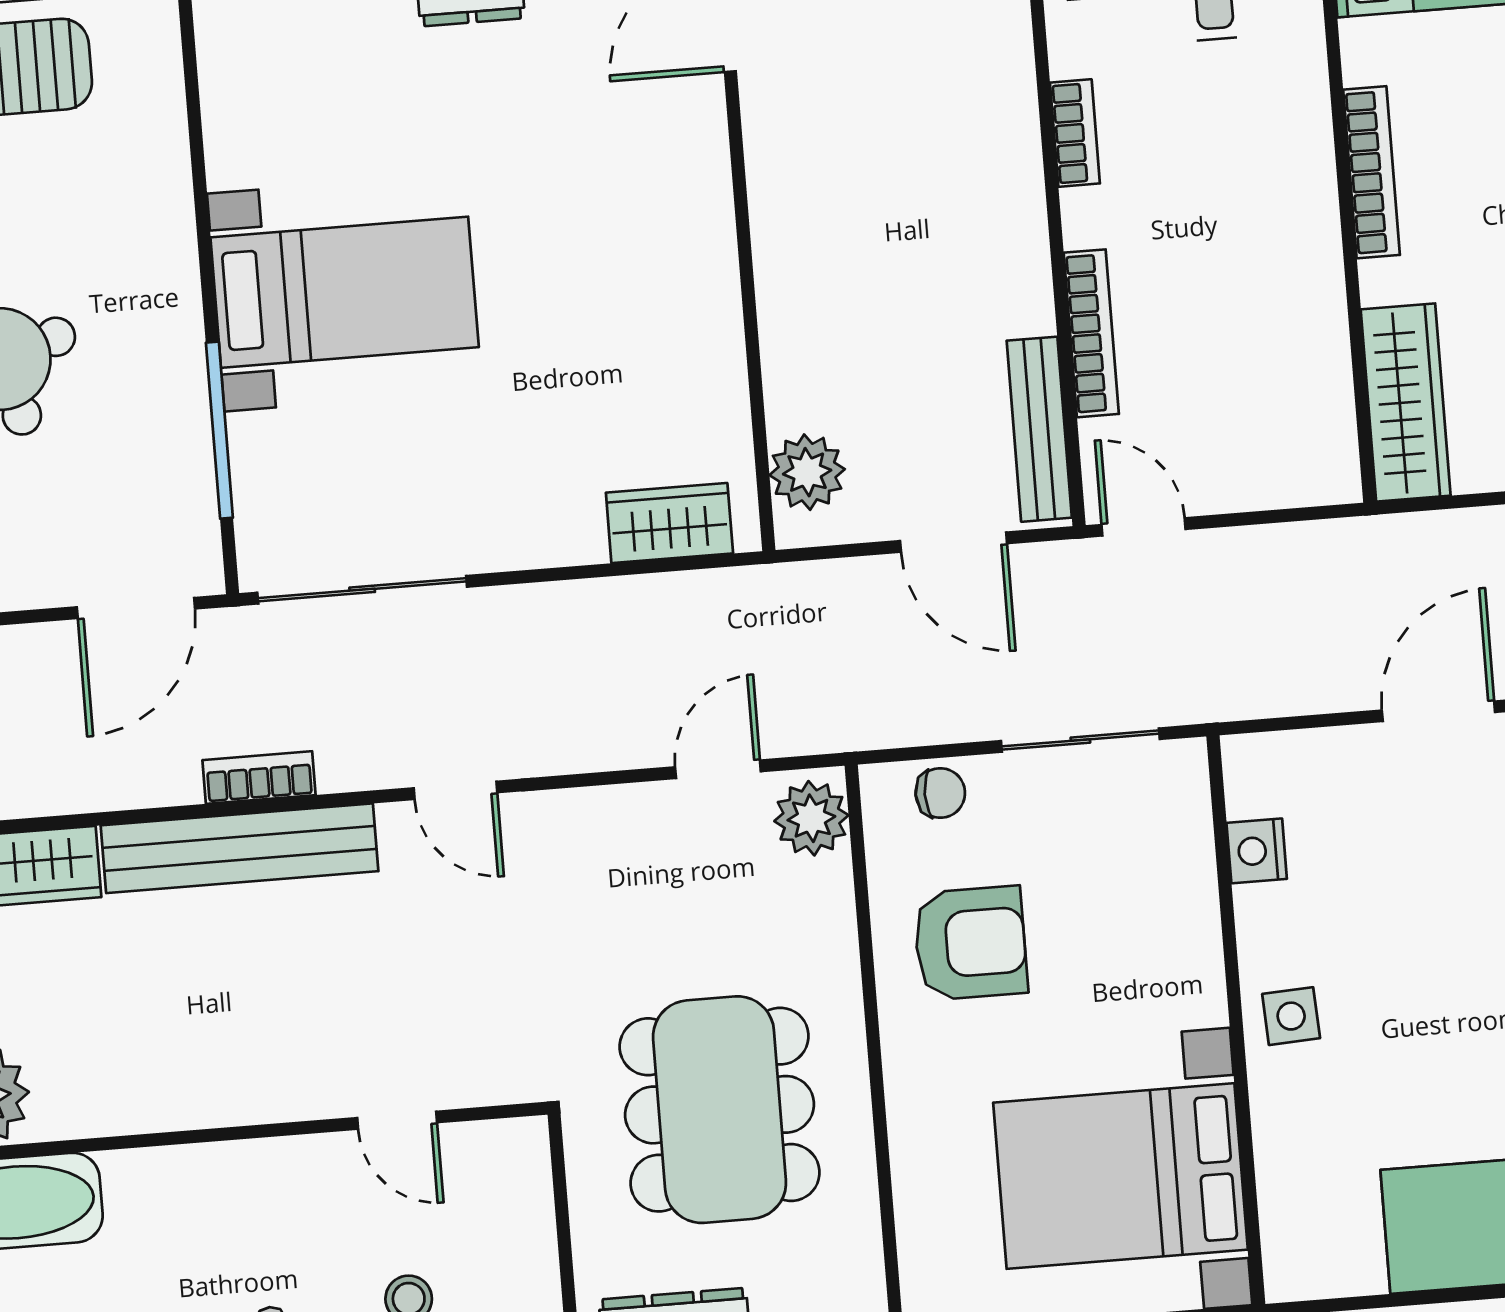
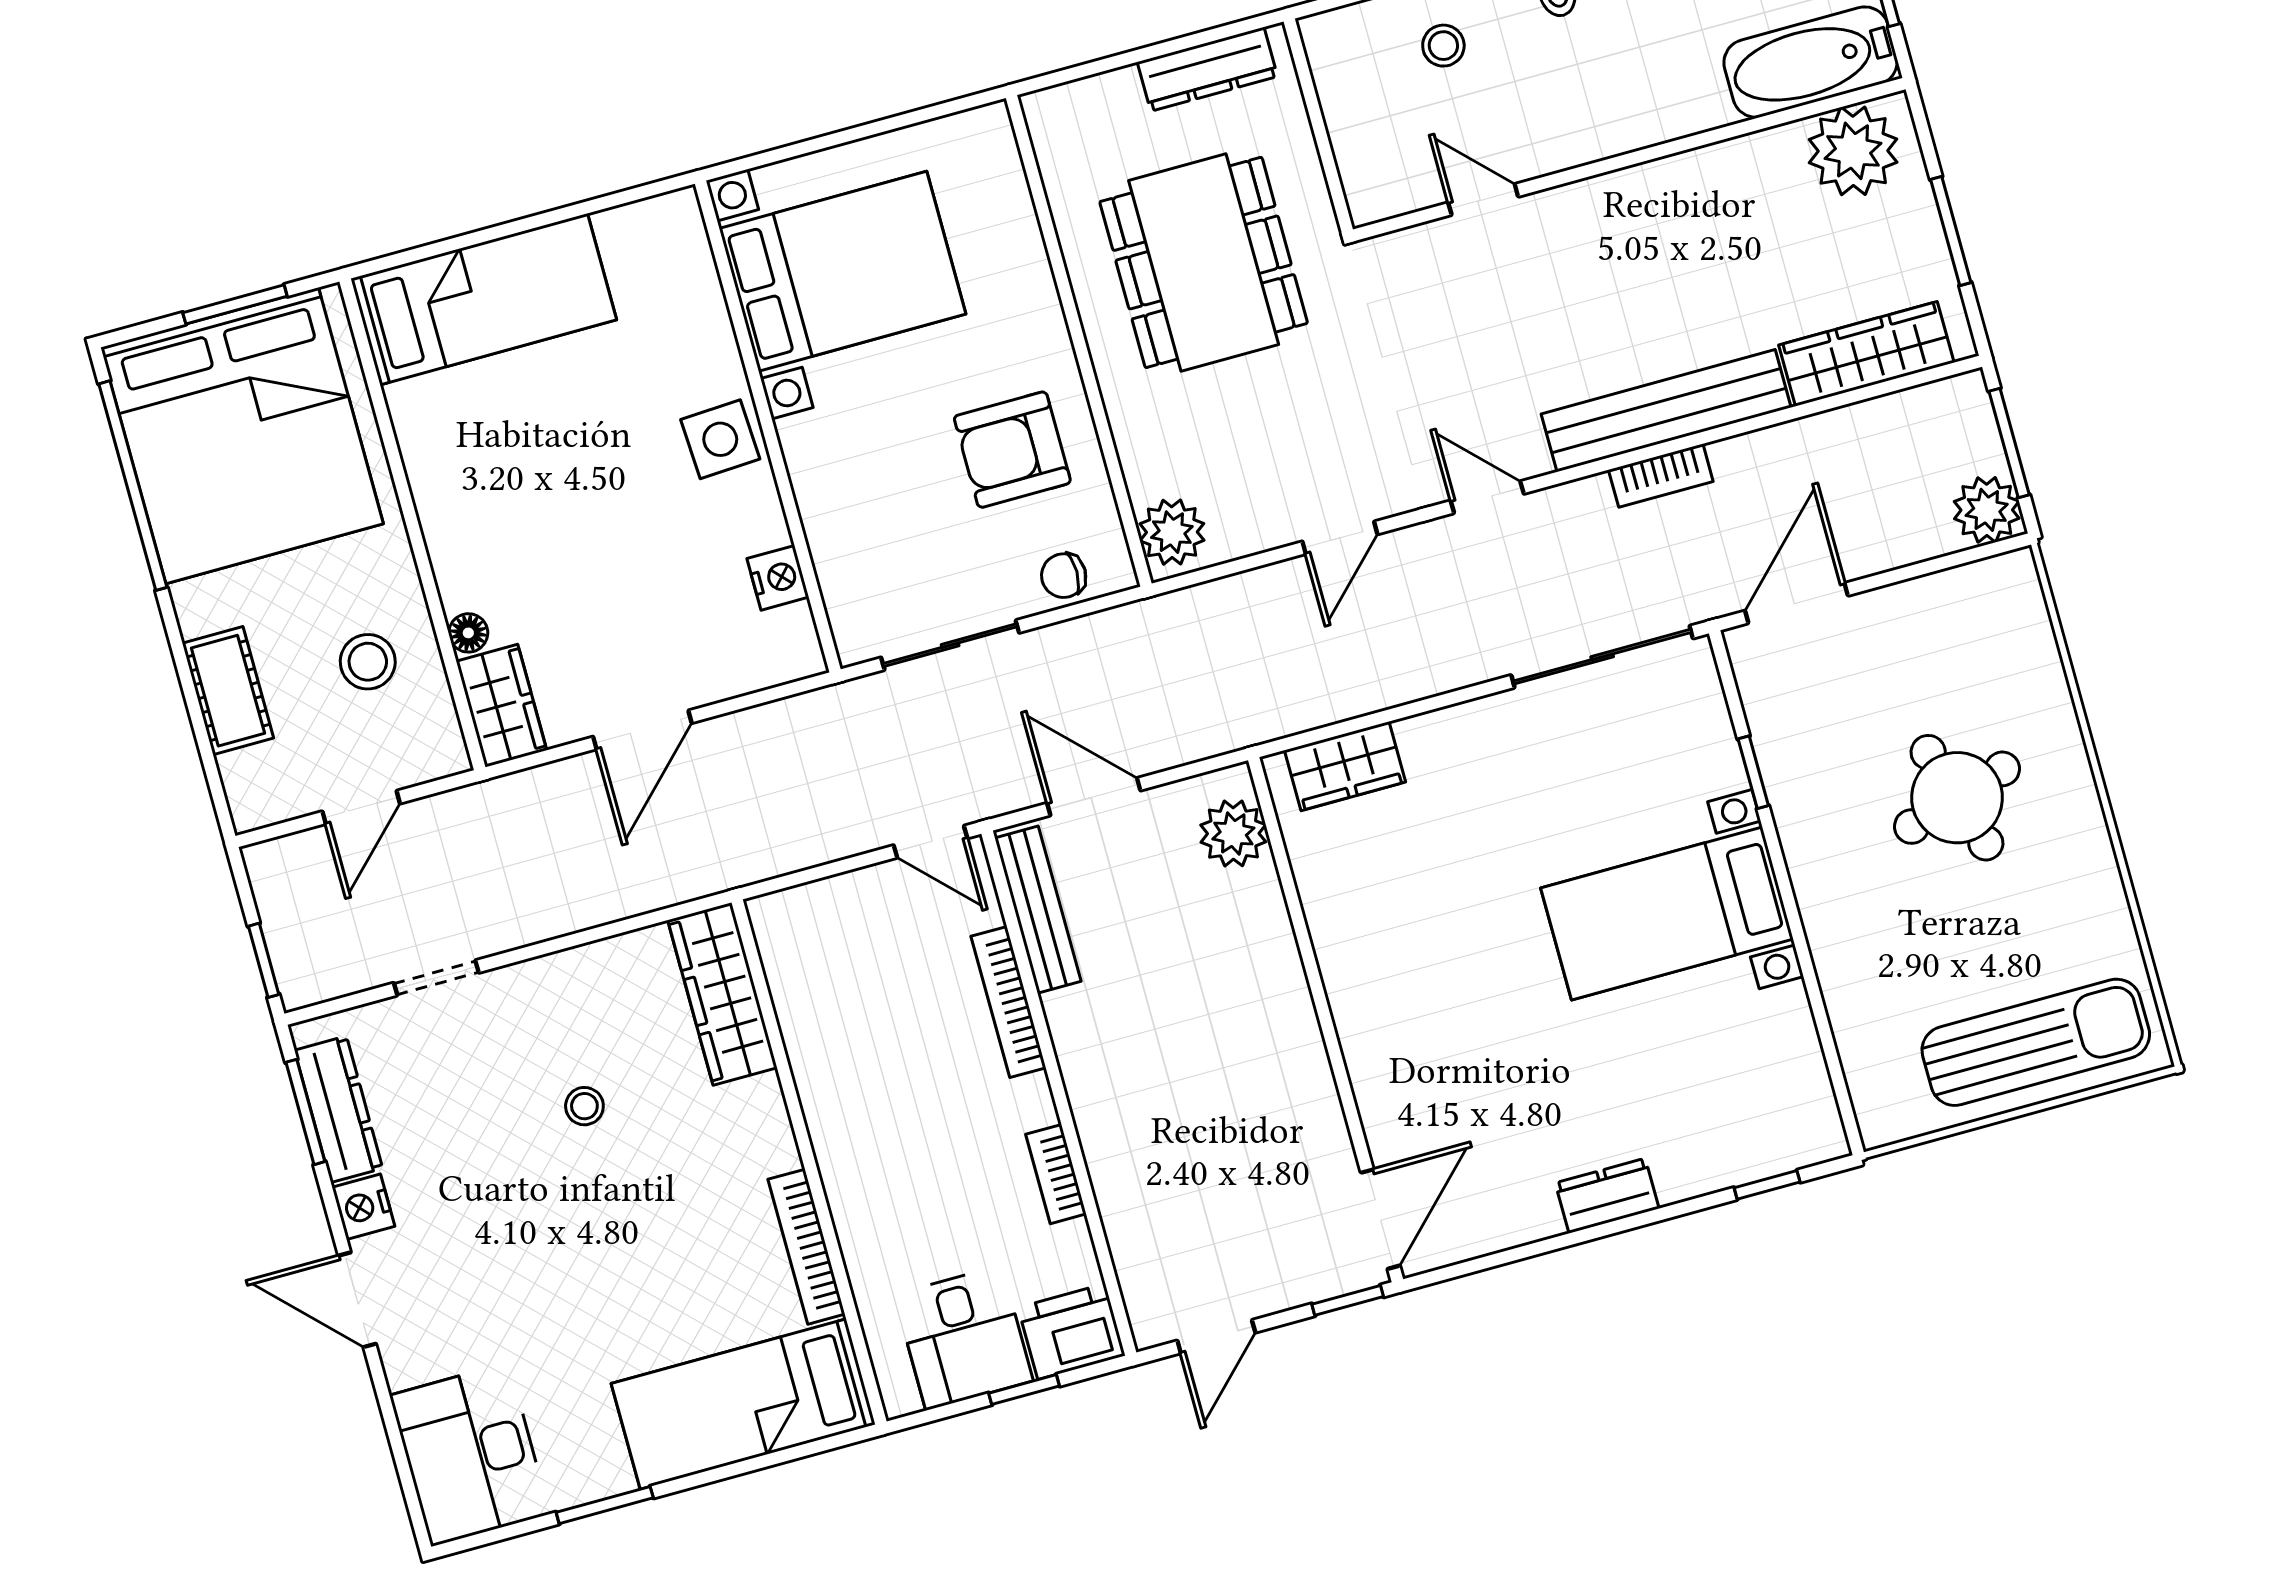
bookcase: (1371, 172) -> (806, 1247), moved
window: (219, 430) -> (1753, 772), width x0.46
door: (718, 769) -> (1340, 538), moved
side table: (1291, 1016) -> (720, 439), width x1.37, depth x1.37

